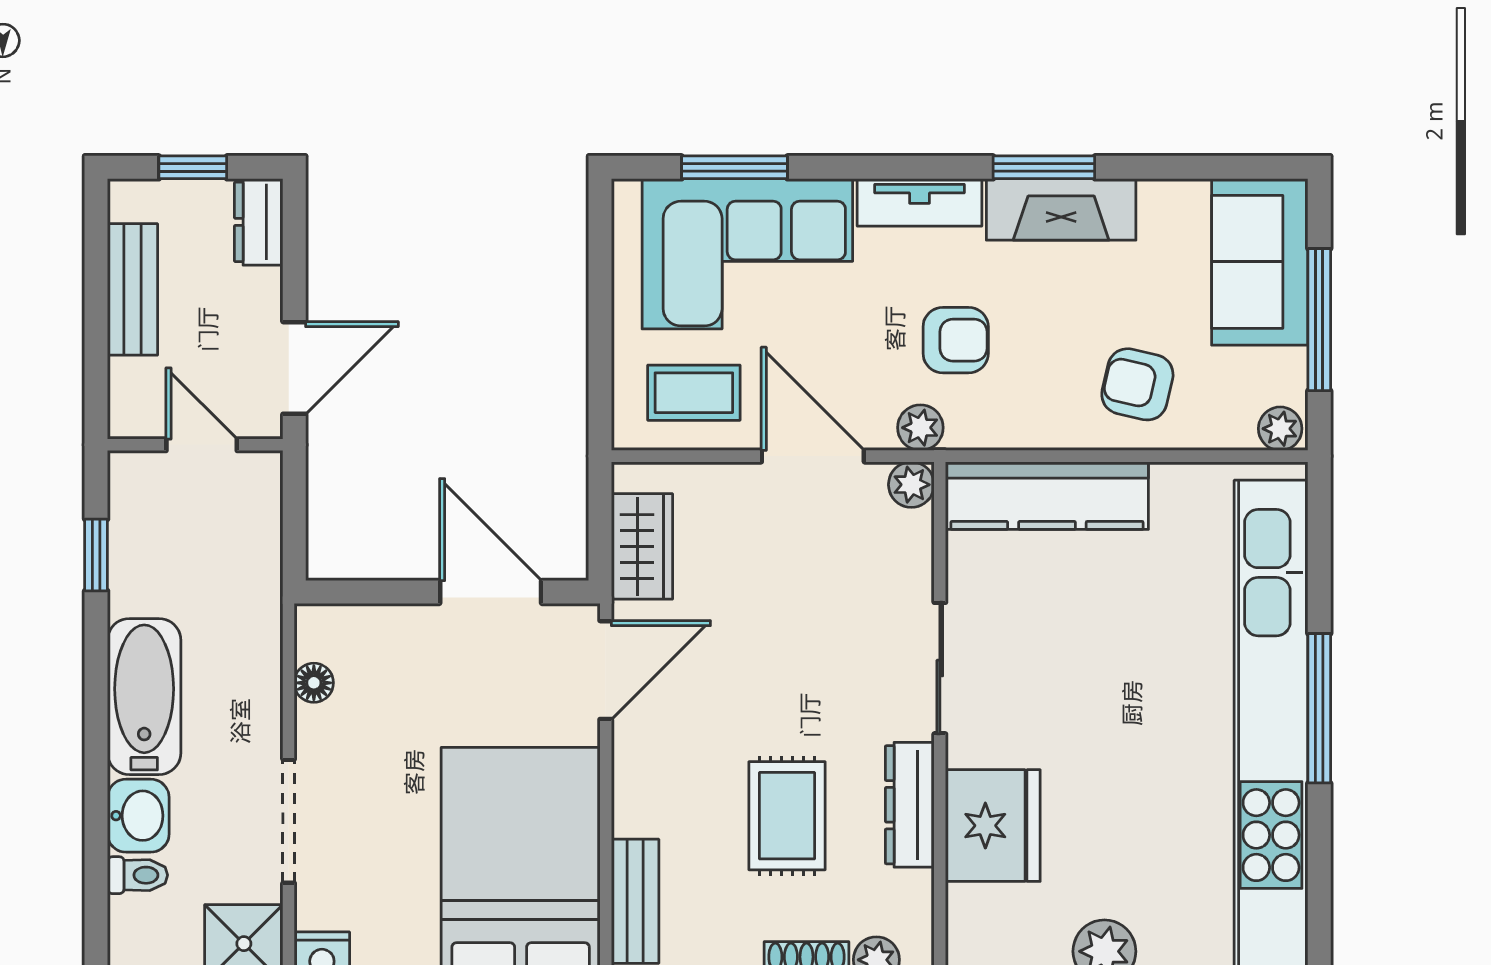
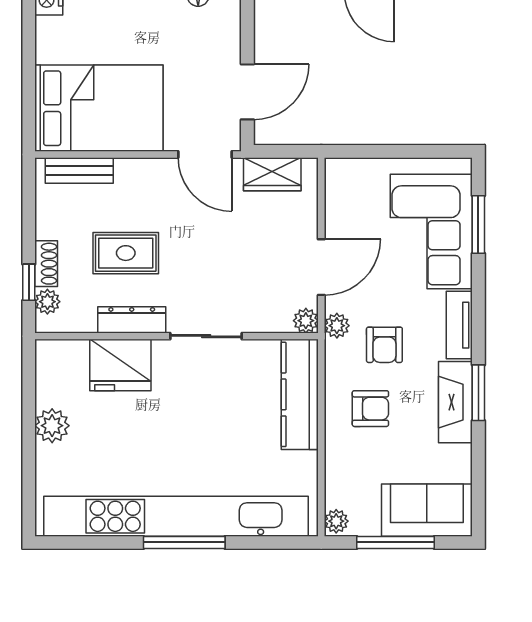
armchair: (1137, 384) -> (370, 409), moved, turned 77
coffee table: (694, 393) -> (356, 202), removed

